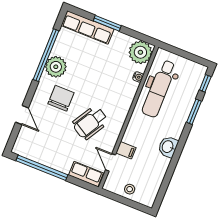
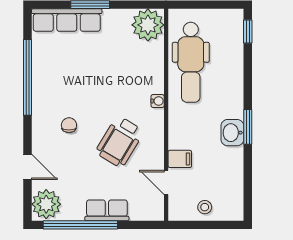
plant: (56, 67) -> (46, 204), moved
water cooler: (138, 77) -> (158, 101), moved
chair: (61, 98) -> (69, 125), width x0.54, depth x0.54
window: (194, 112) -> (248, 127), moved
row of seats: (86, 174) -> (107, 210), moved

